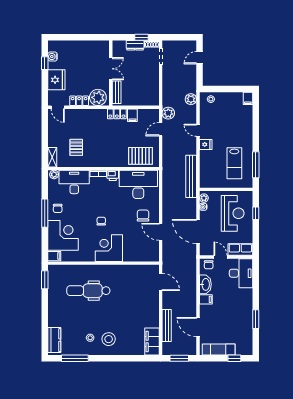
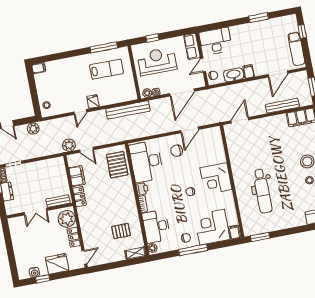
double door: (111, 69) -> (35, 212), swing flipped
plant: (191, 99) -> (33, 129), moved
filing cabinet: (132, 115) -> (77, 176), width x2.00

